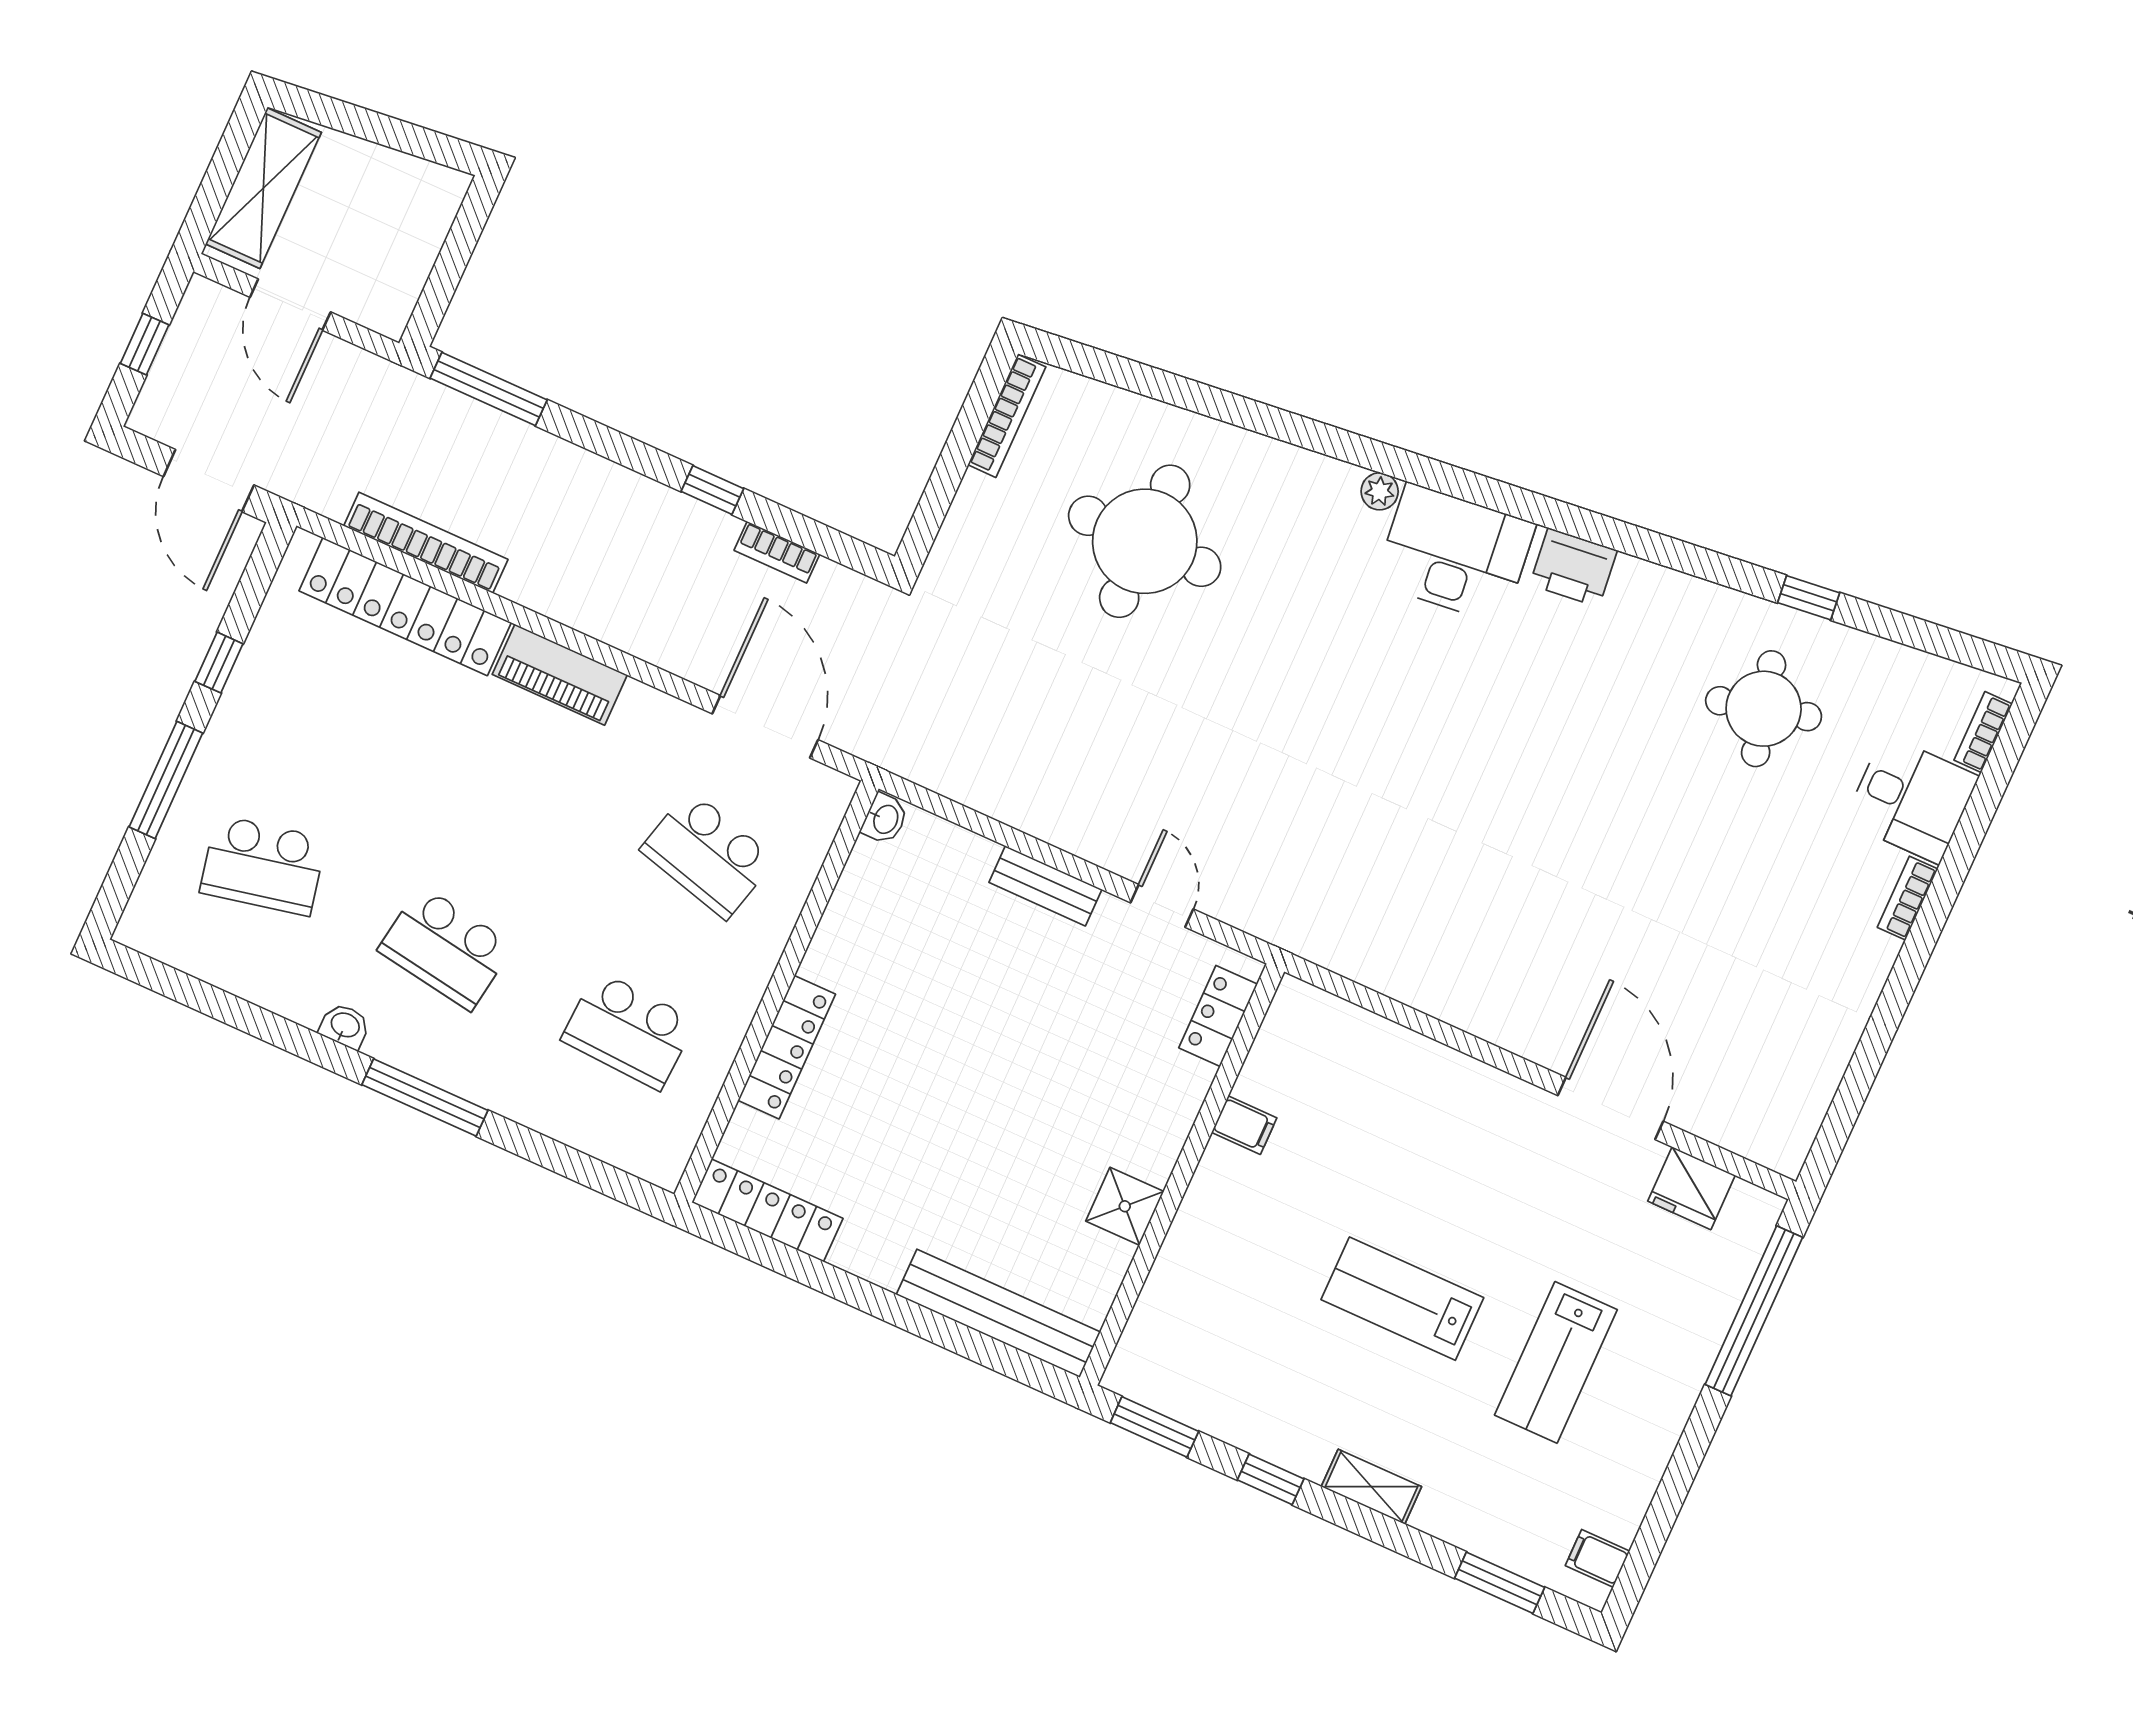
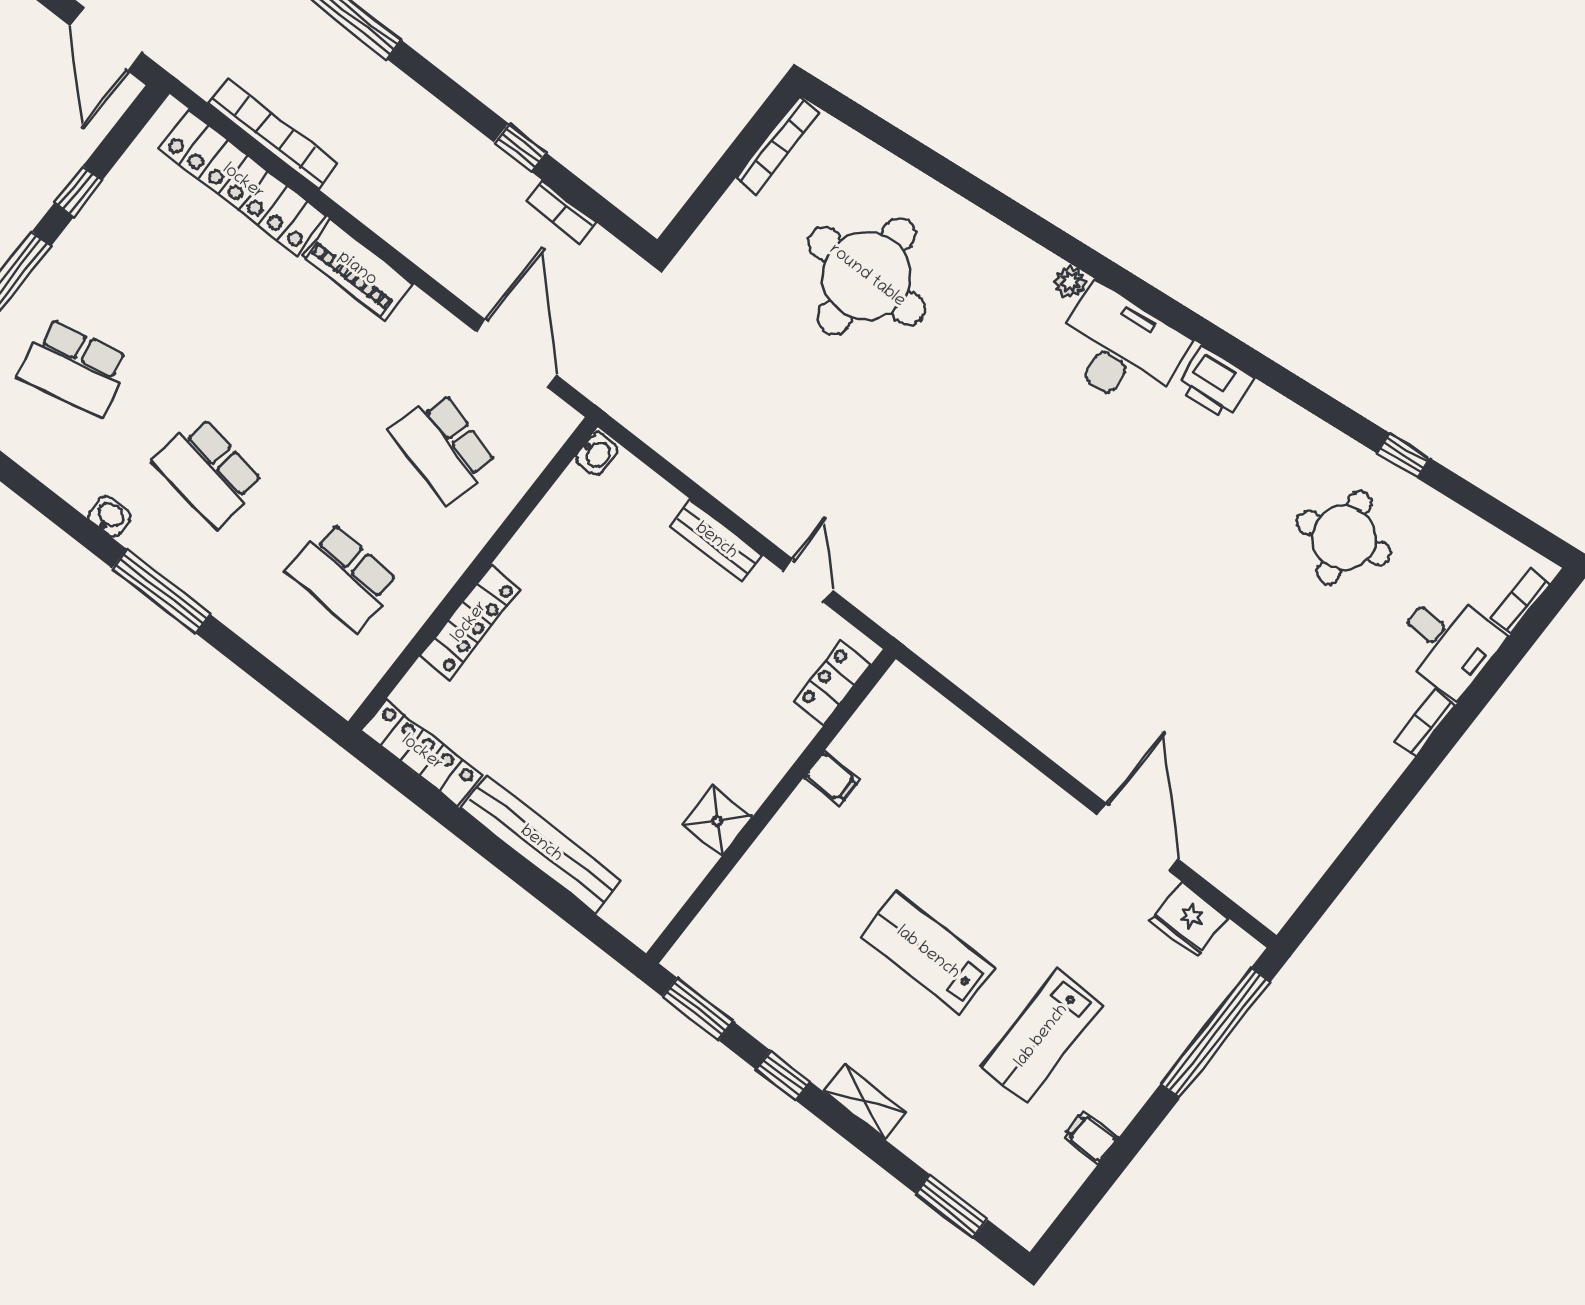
bench: (998, 1313) -> (541, 844), moved
filing cabinet: (1598, 1558) -> (1091, 1137), moved

